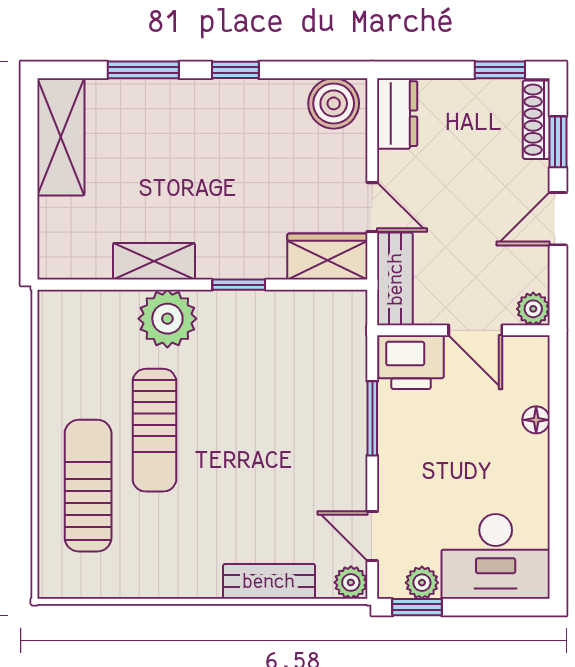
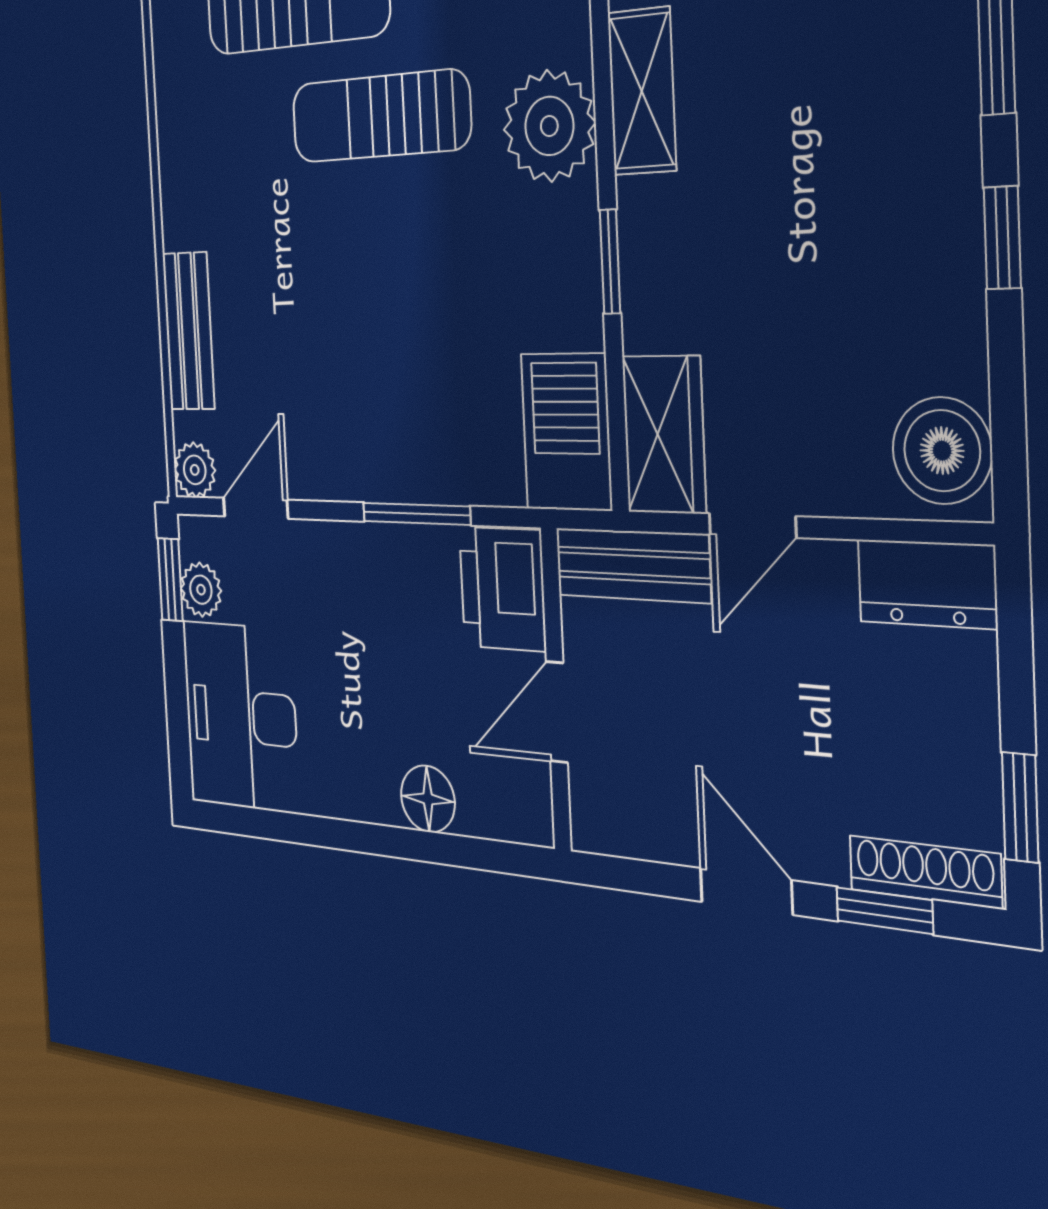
plant: (533, 309) -> (595, 824), removed
barbecue: (326, 316) -> (566, 432), added
floor lamp: (536, 420) -> (428, 799), width x1.37, depth x1.37

